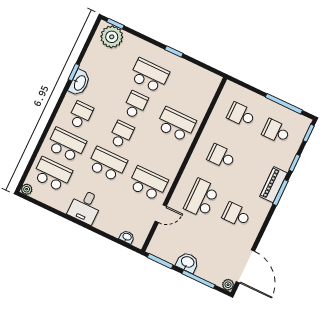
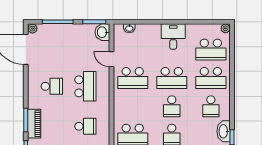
door: (161, 214) -> (111, 59), hinge flipped
washbasin: (187, 262) -> (102, 32), moved, turned 90

